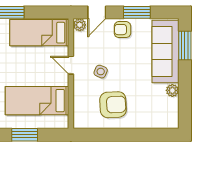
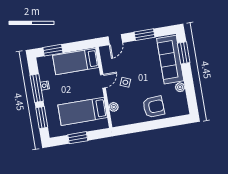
plant: (80, 25) -> (114, 107), moved
armchair: (122, 30) -> (136, 49), removed
door: (71, 65) -> (103, 81), swing flipped
armchair: (113, 105) -> (154, 107), moved

